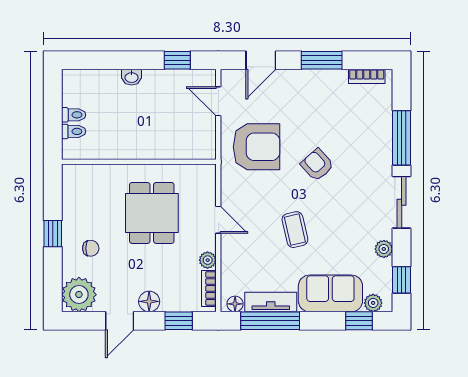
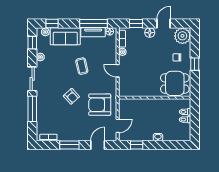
door: (218, 101) -> (118, 126), hinge flipped
dining table: (152, 213) -> (175, 83), moved, turned 90

